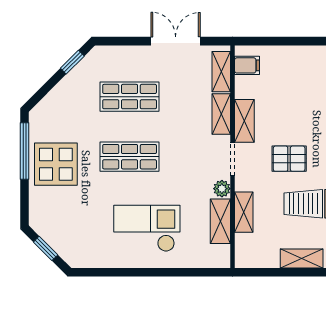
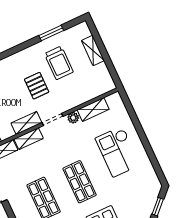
shelving: (244, 212) -> (81, 98), removed

